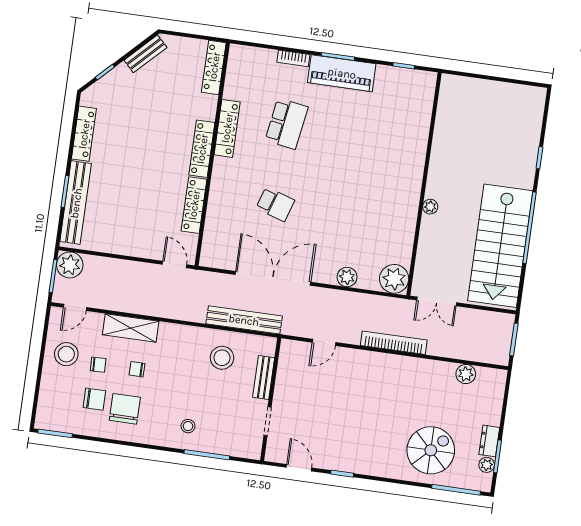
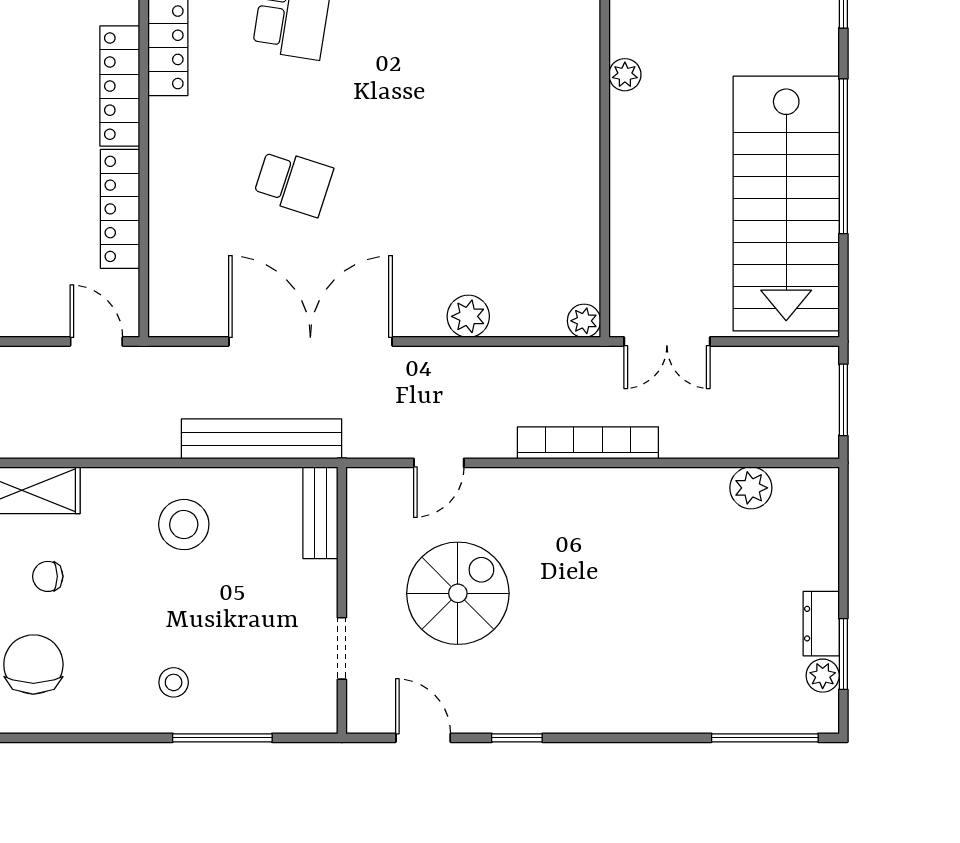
plant: (430, 207) -> (625, 75), moved
plant: (394, 279) -> (584, 321), width x0.53, depth x0.53
stool: (222, 358) -> (184, 525), moved
bench: (264, 377) -> (320, 513), moved
spiral stairs: (431, 450) -> (458, 593), moved

